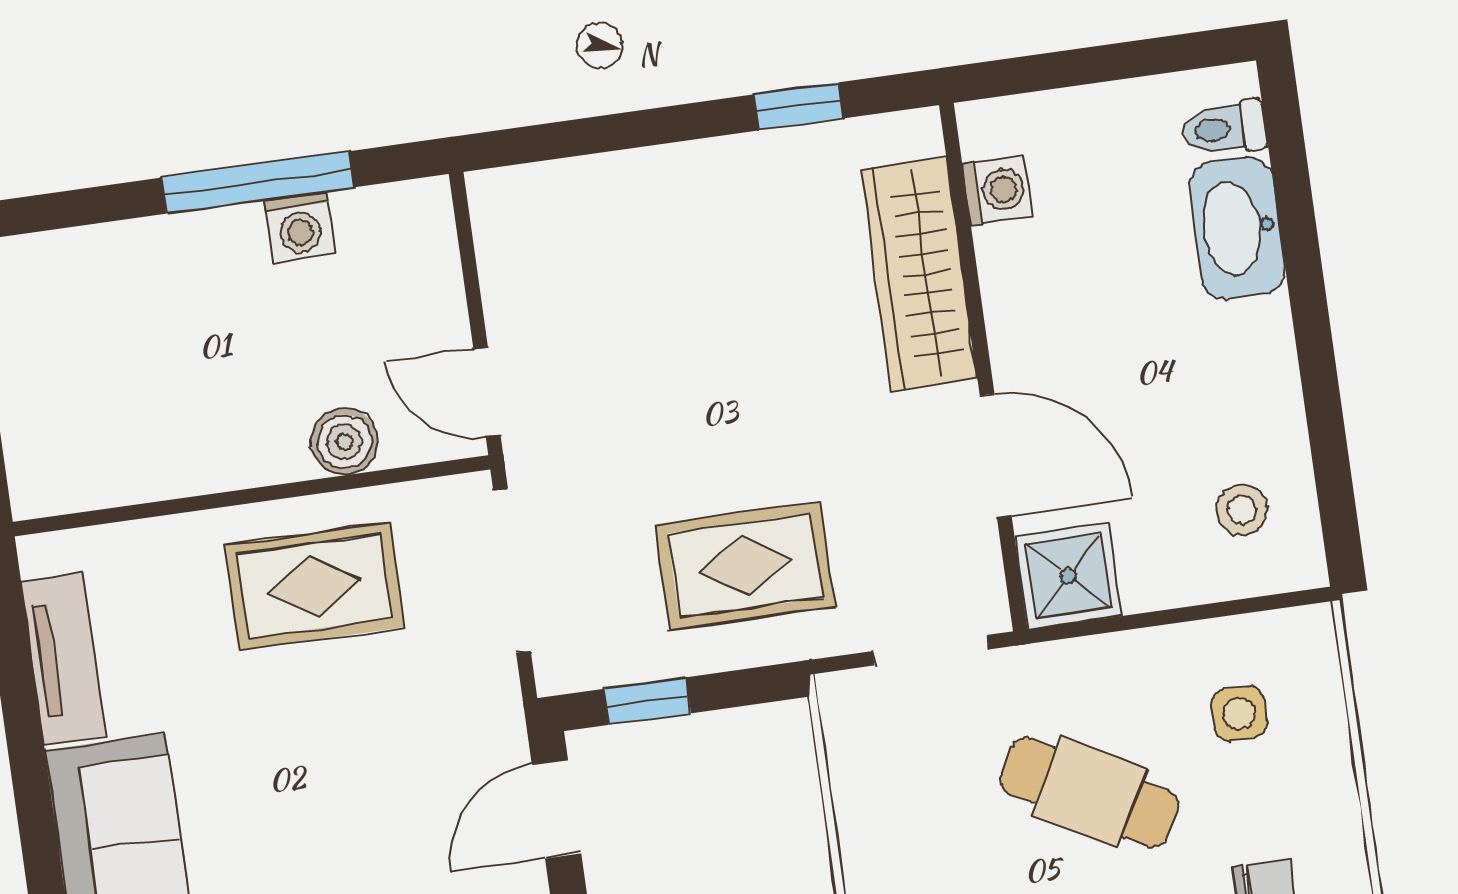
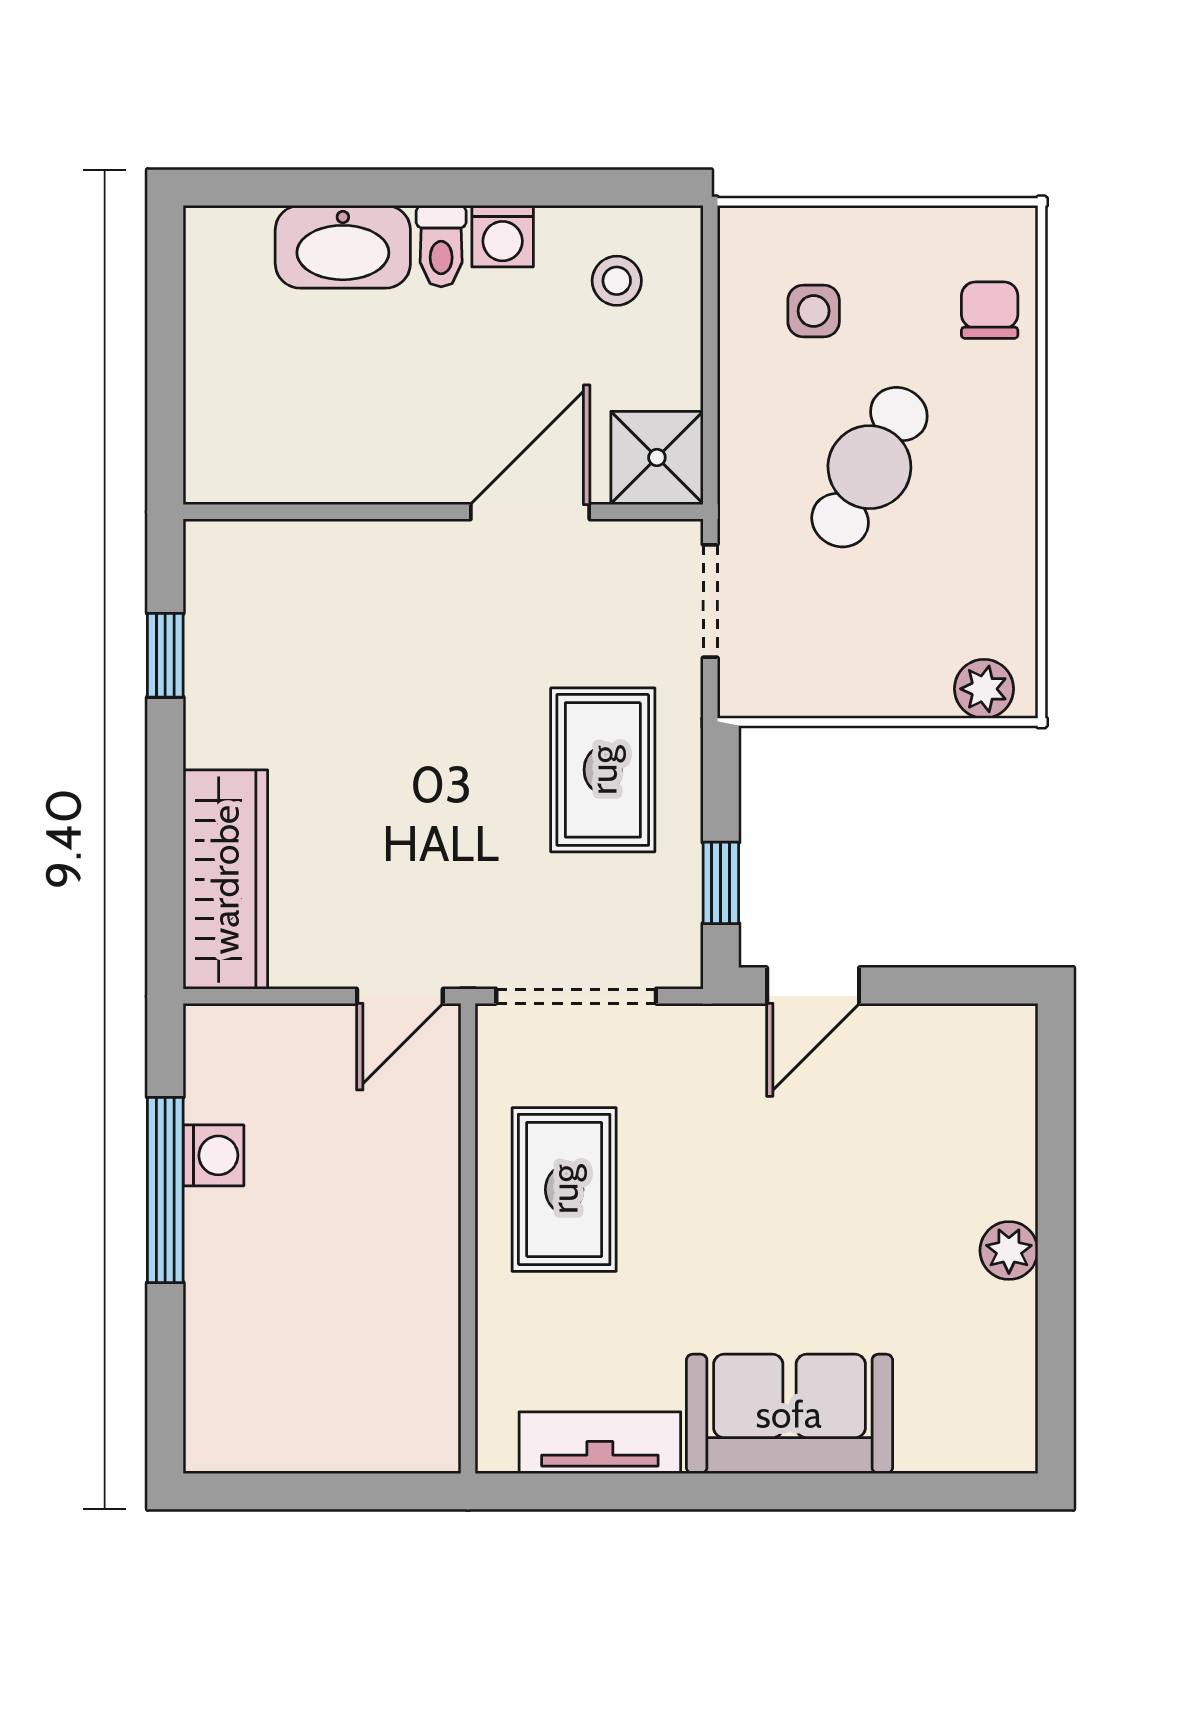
toilet: (1224, 129) -> (441, 246), moved
washing machine: (997, 190) -> (503, 236), moved, turned 180
wardrobe: (919, 274) -> (225, 880), moved, turned -90
boiler: (345, 442) -> (428, 1141), removed
door: (556, 809) -> (813, 986), hinge flipped

